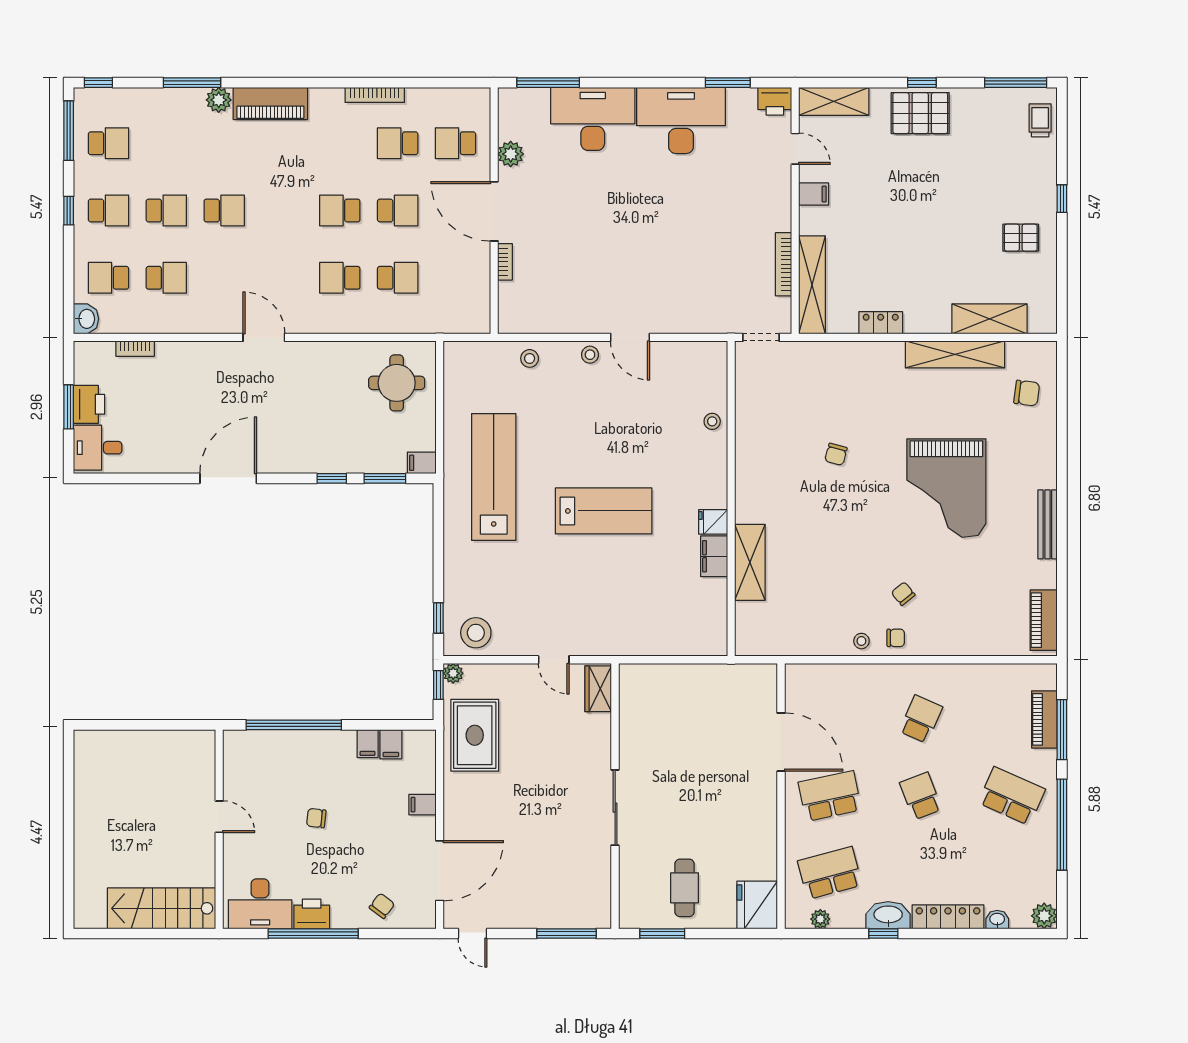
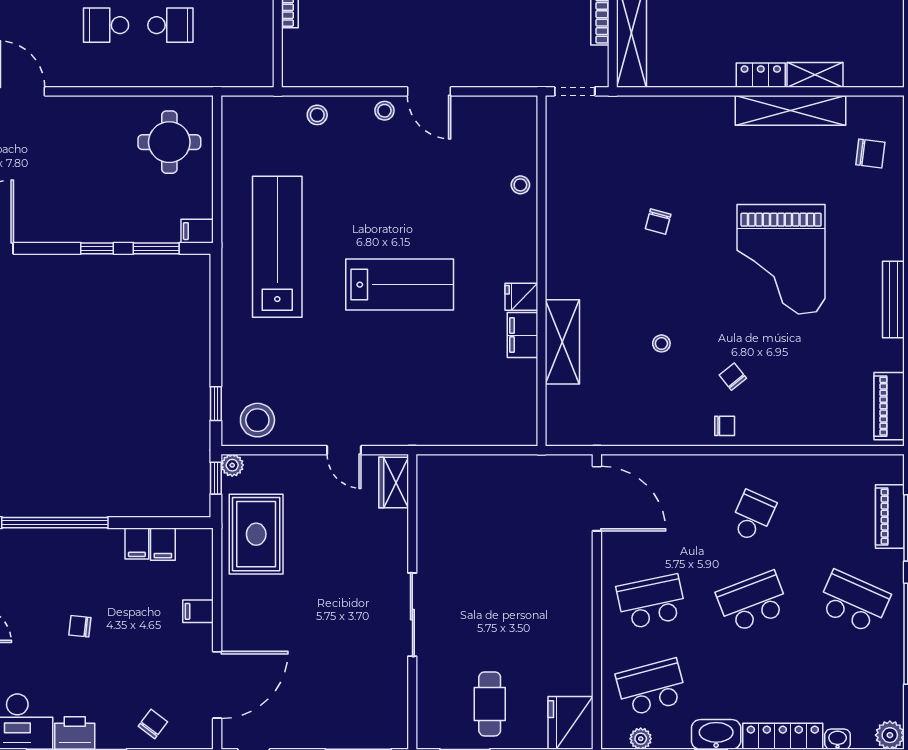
shelving: (989, 319) -> (815, 75), width x0.67, depth x0.75
locker: (881, 323) -> (761, 75), moved
stool: (861, 641) -> (661, 343), moved
door: (781, 742) -> (597, 499), moved
school desk: (921, 796) -> (753, 602), width x1.85

